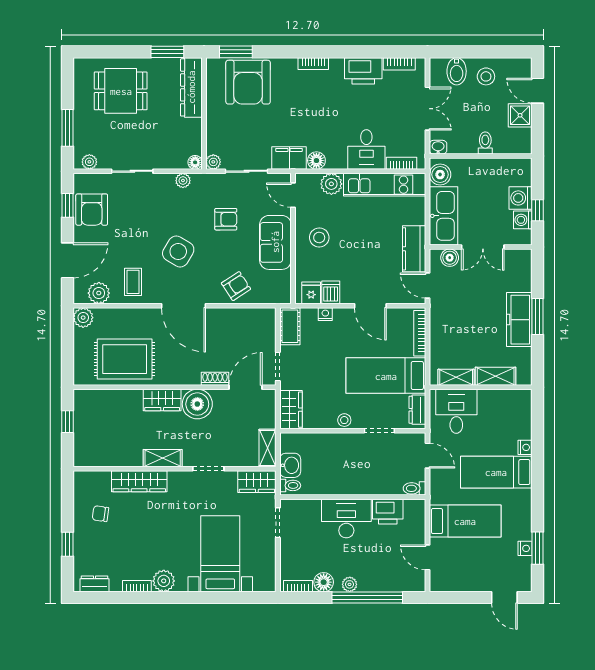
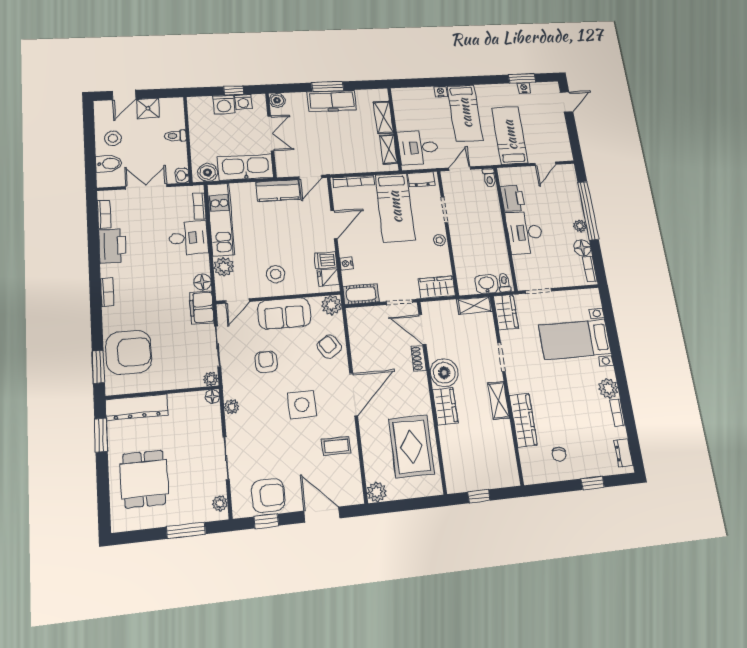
side table: (178, 252) -> (302, 405), turned -31
boiler: (450, 258) -> (277, 100), moved
plant: (99, 293) -> (331, 305), moved

